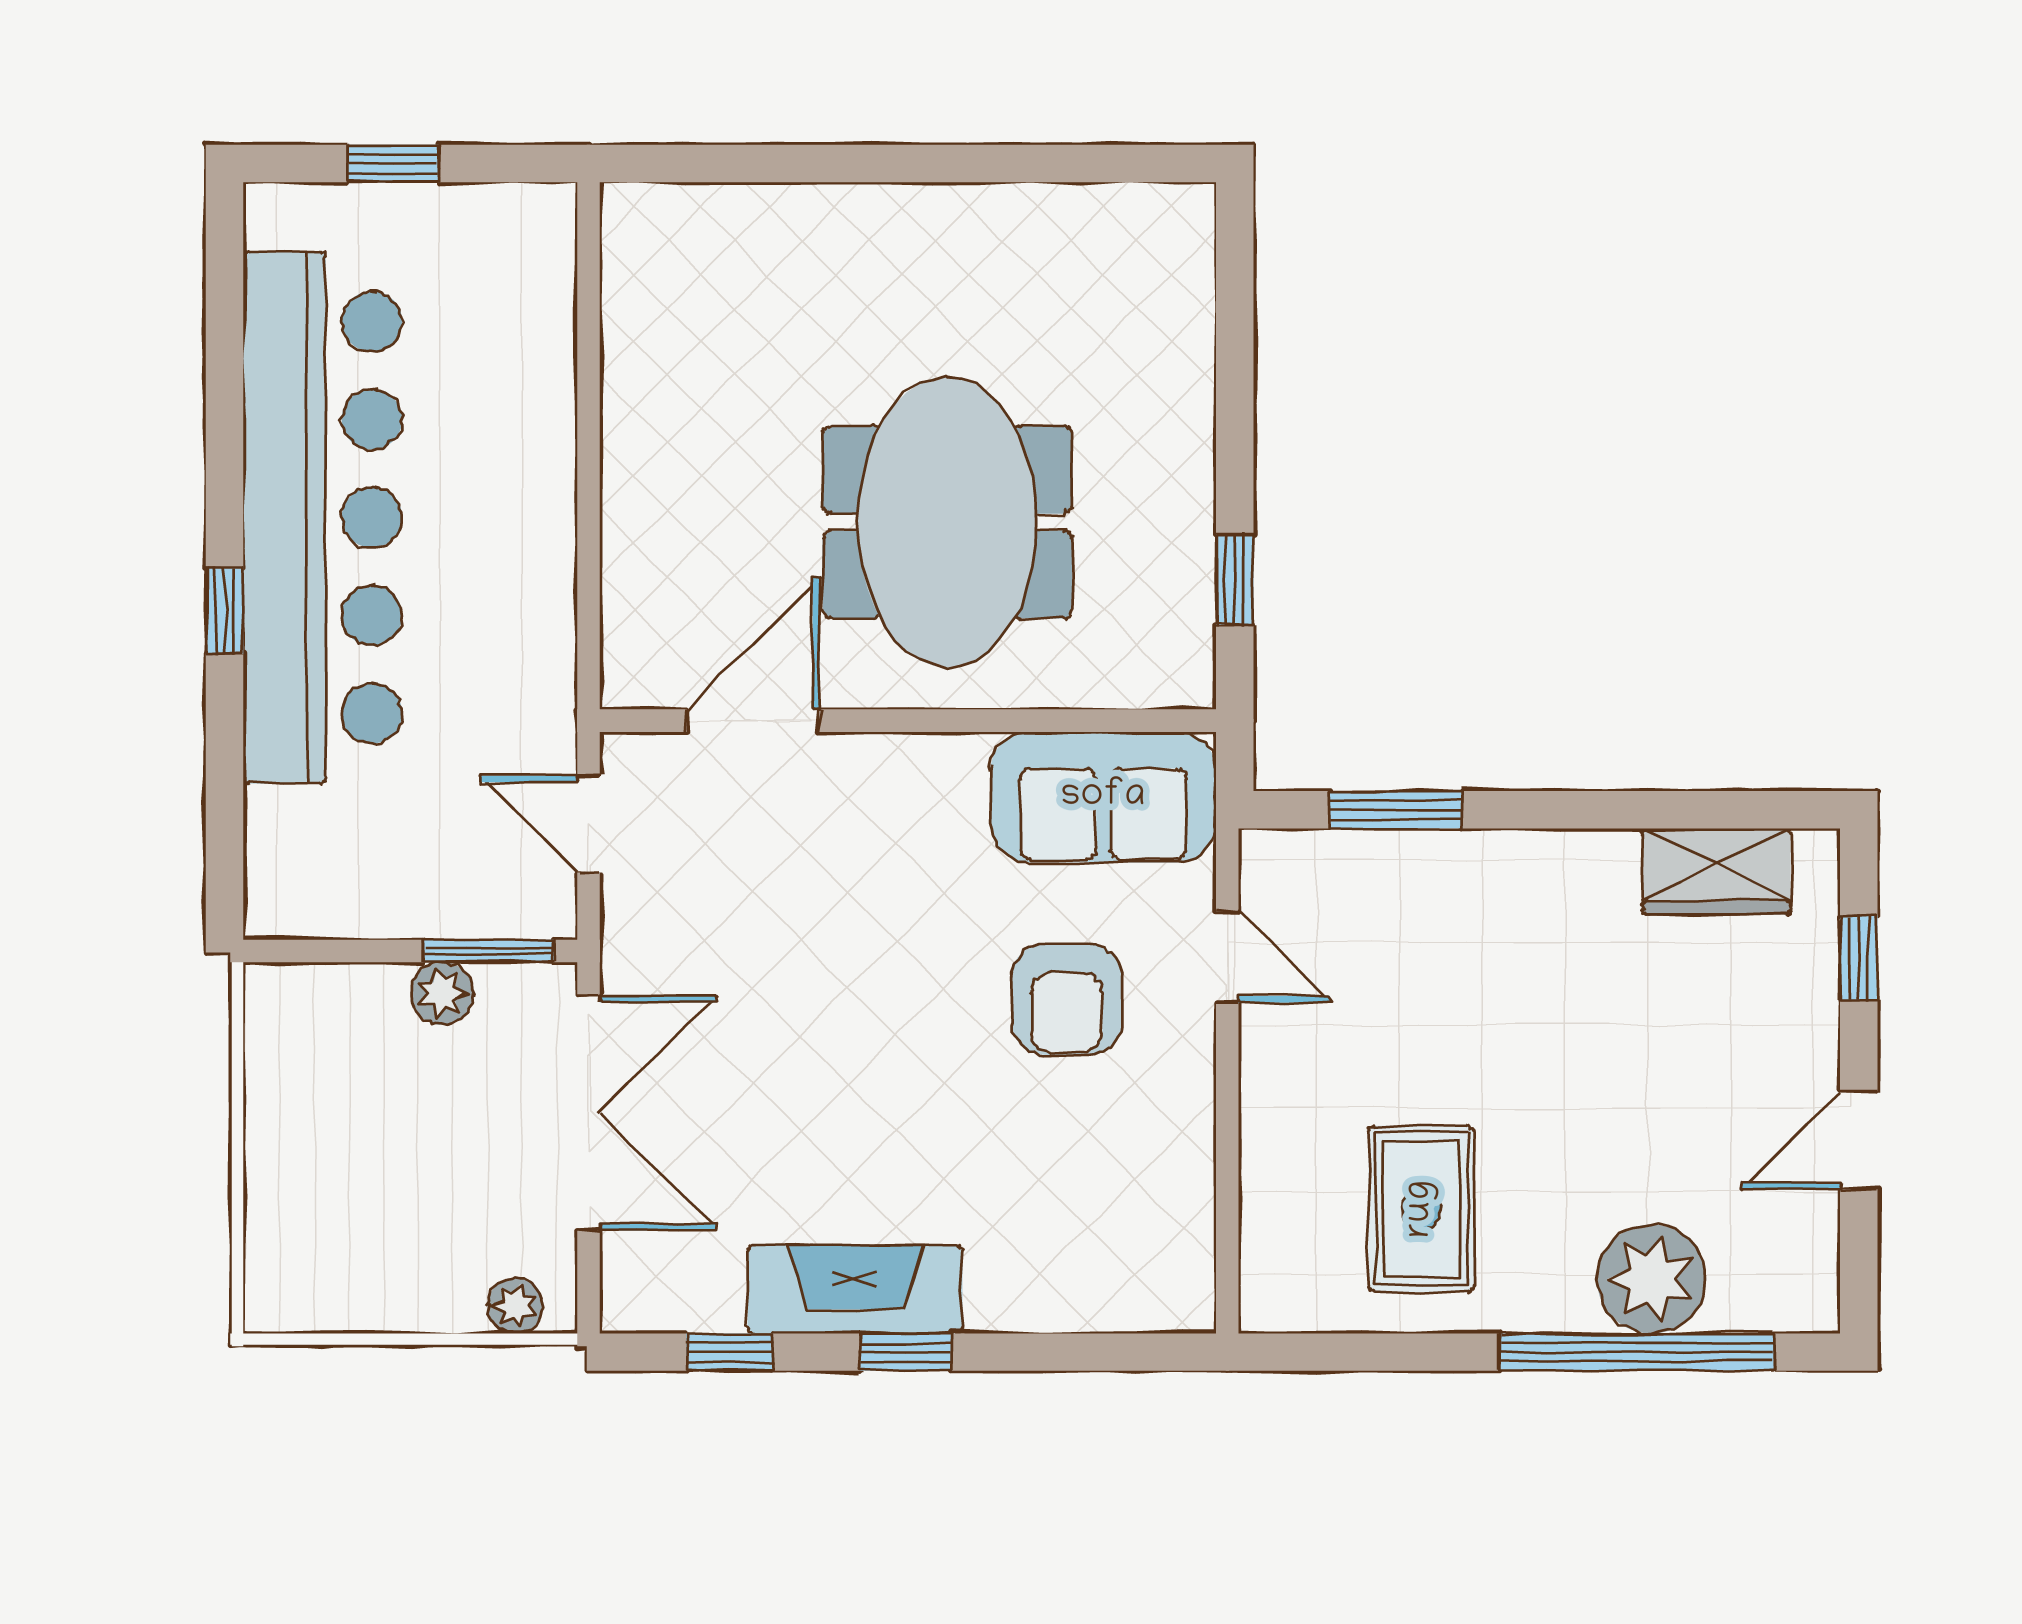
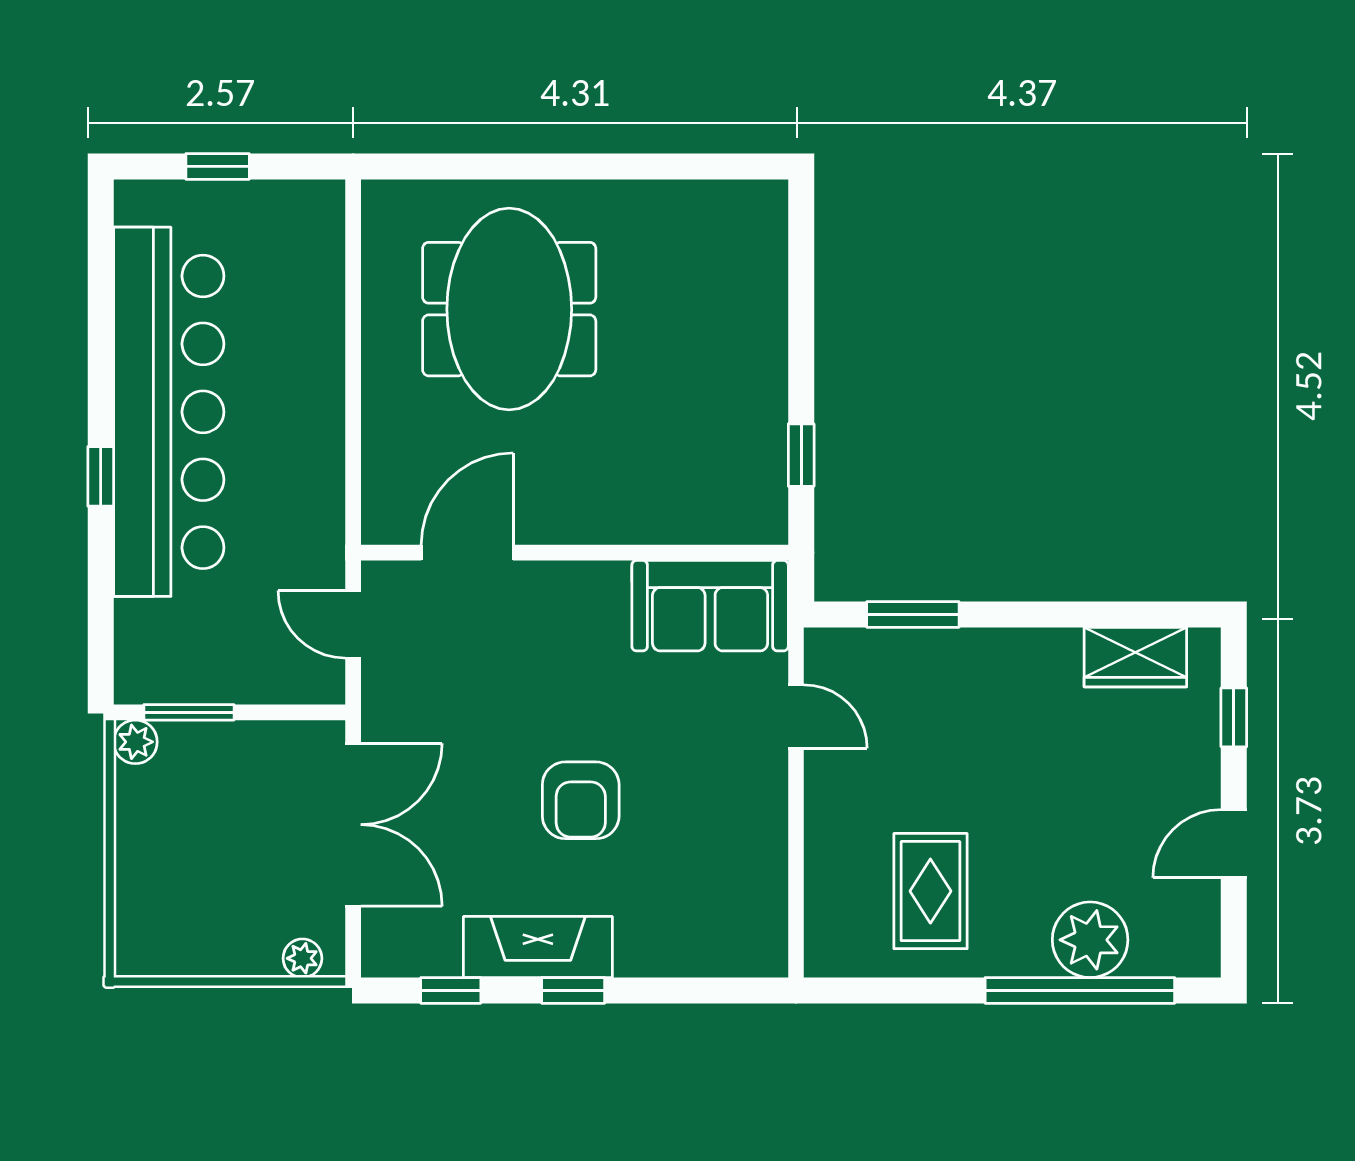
meeting table: (947, 522) -> (509, 309), moved
window: (488, 951) -> (189, 712), moved
plant: (442, 993) -> (135, 742), moved
armchair: (1067, 999) -> (581, 800), moved

